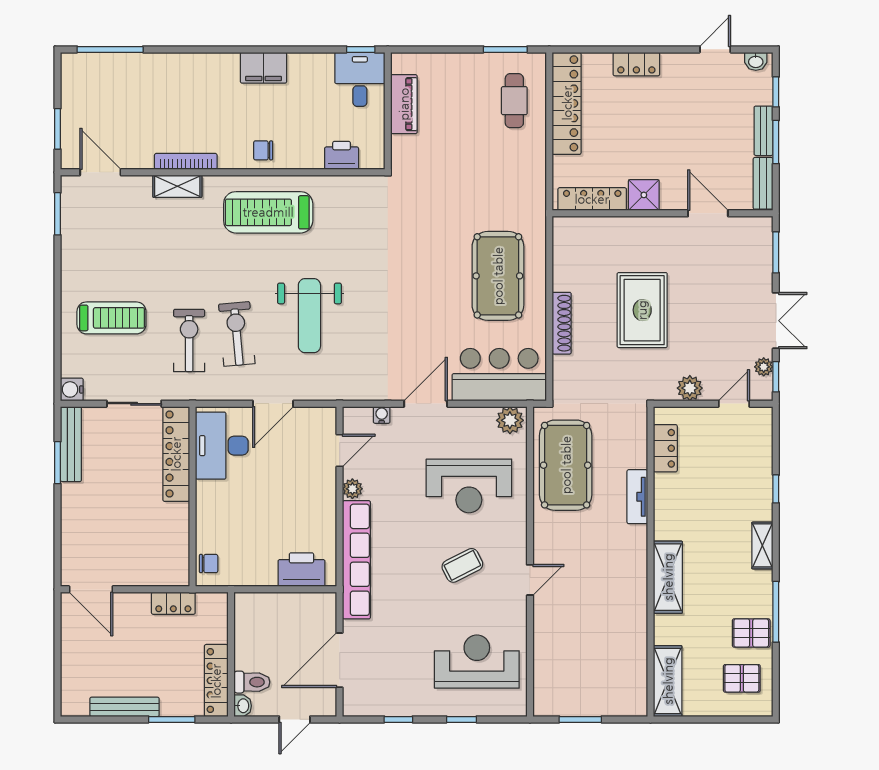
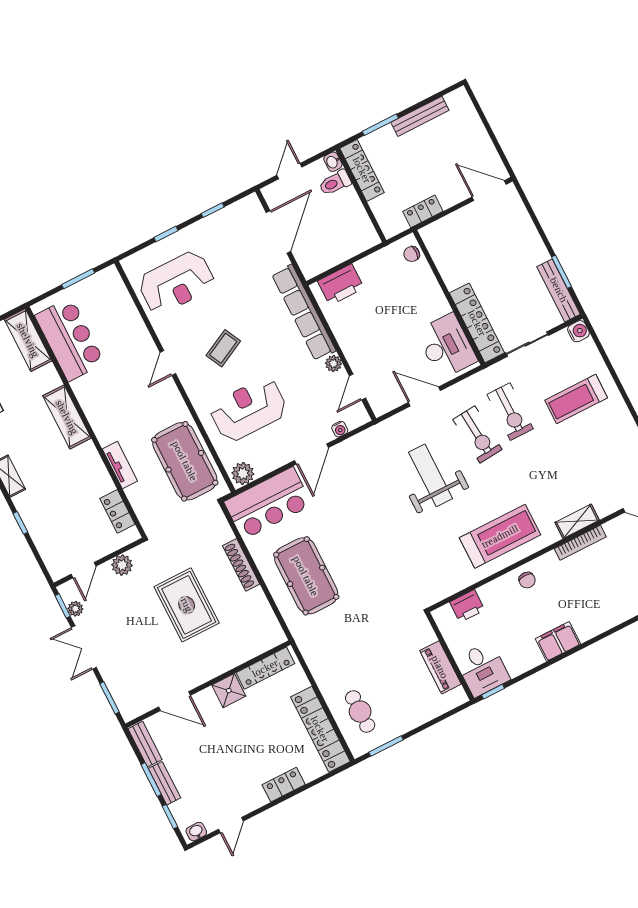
chair: (263, 150) -> (527, 580), turned 90
door: (273, 404) -> (424, 396), hinge flipped
bar counter: (622, 659) -> (70, 339), added

